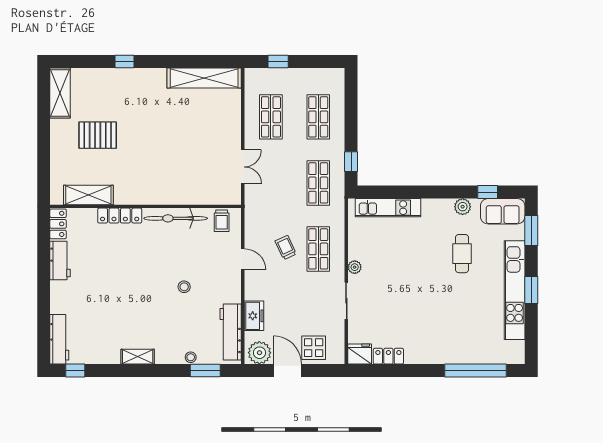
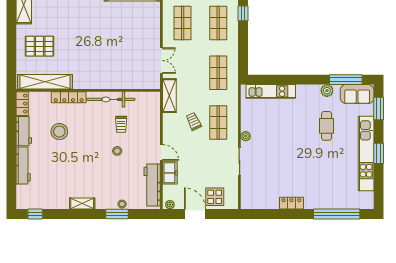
pallet: (98, 135) -> (40, 46), moved
window: (351, 162) -> (243, 13), moved
window: (488, 192) -> (346, 80), width x2.17
shelving: (88, 195) -> (45, 82), width x1.47
shelving: (253, 213) -> (169, 96), added
trolley: (222, 221) -> (121, 124), moved
door: (243, 259) -> (161, 152), moved
stool: (107, 261) -> (59, 132), added
workbench: (59, 339) -> (23, 165), moved
plant: (259, 353) -> (170, 205), width x0.53, depth x0.53
fridge: (360, 354) -> (249, 202), removed
locker: (388, 356) -> (291, 203), moved
window: (205, 371) -> (117, 214), moved

